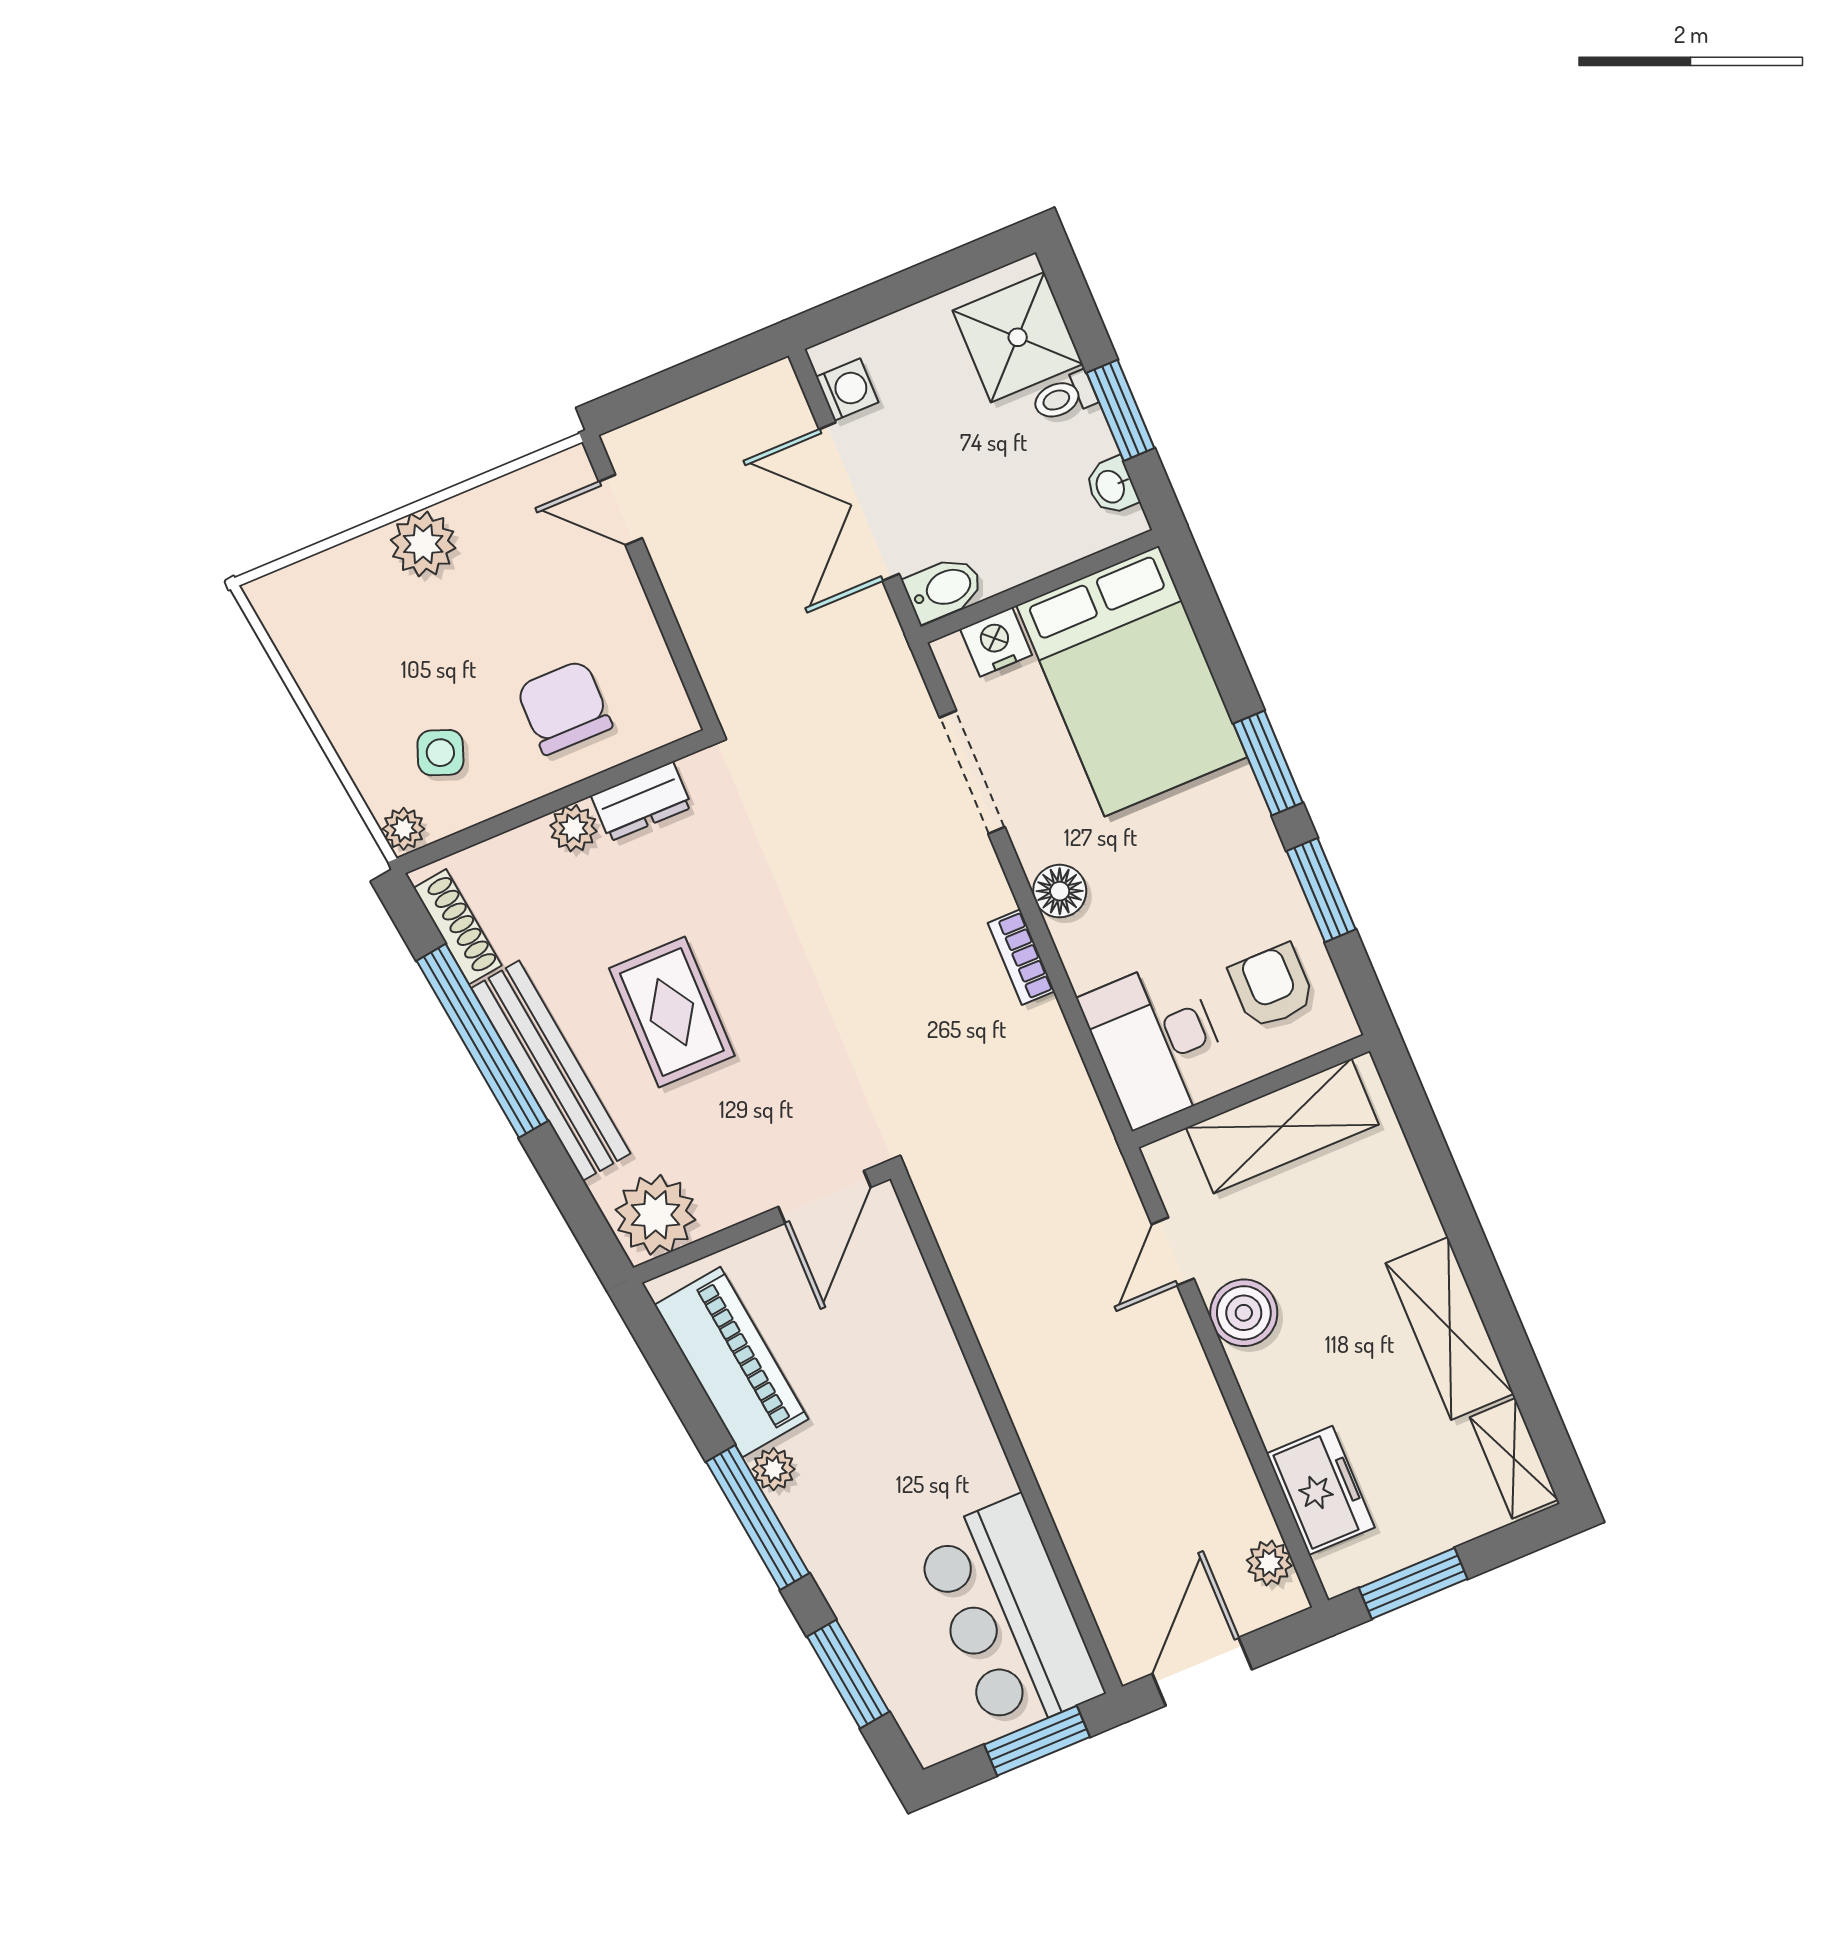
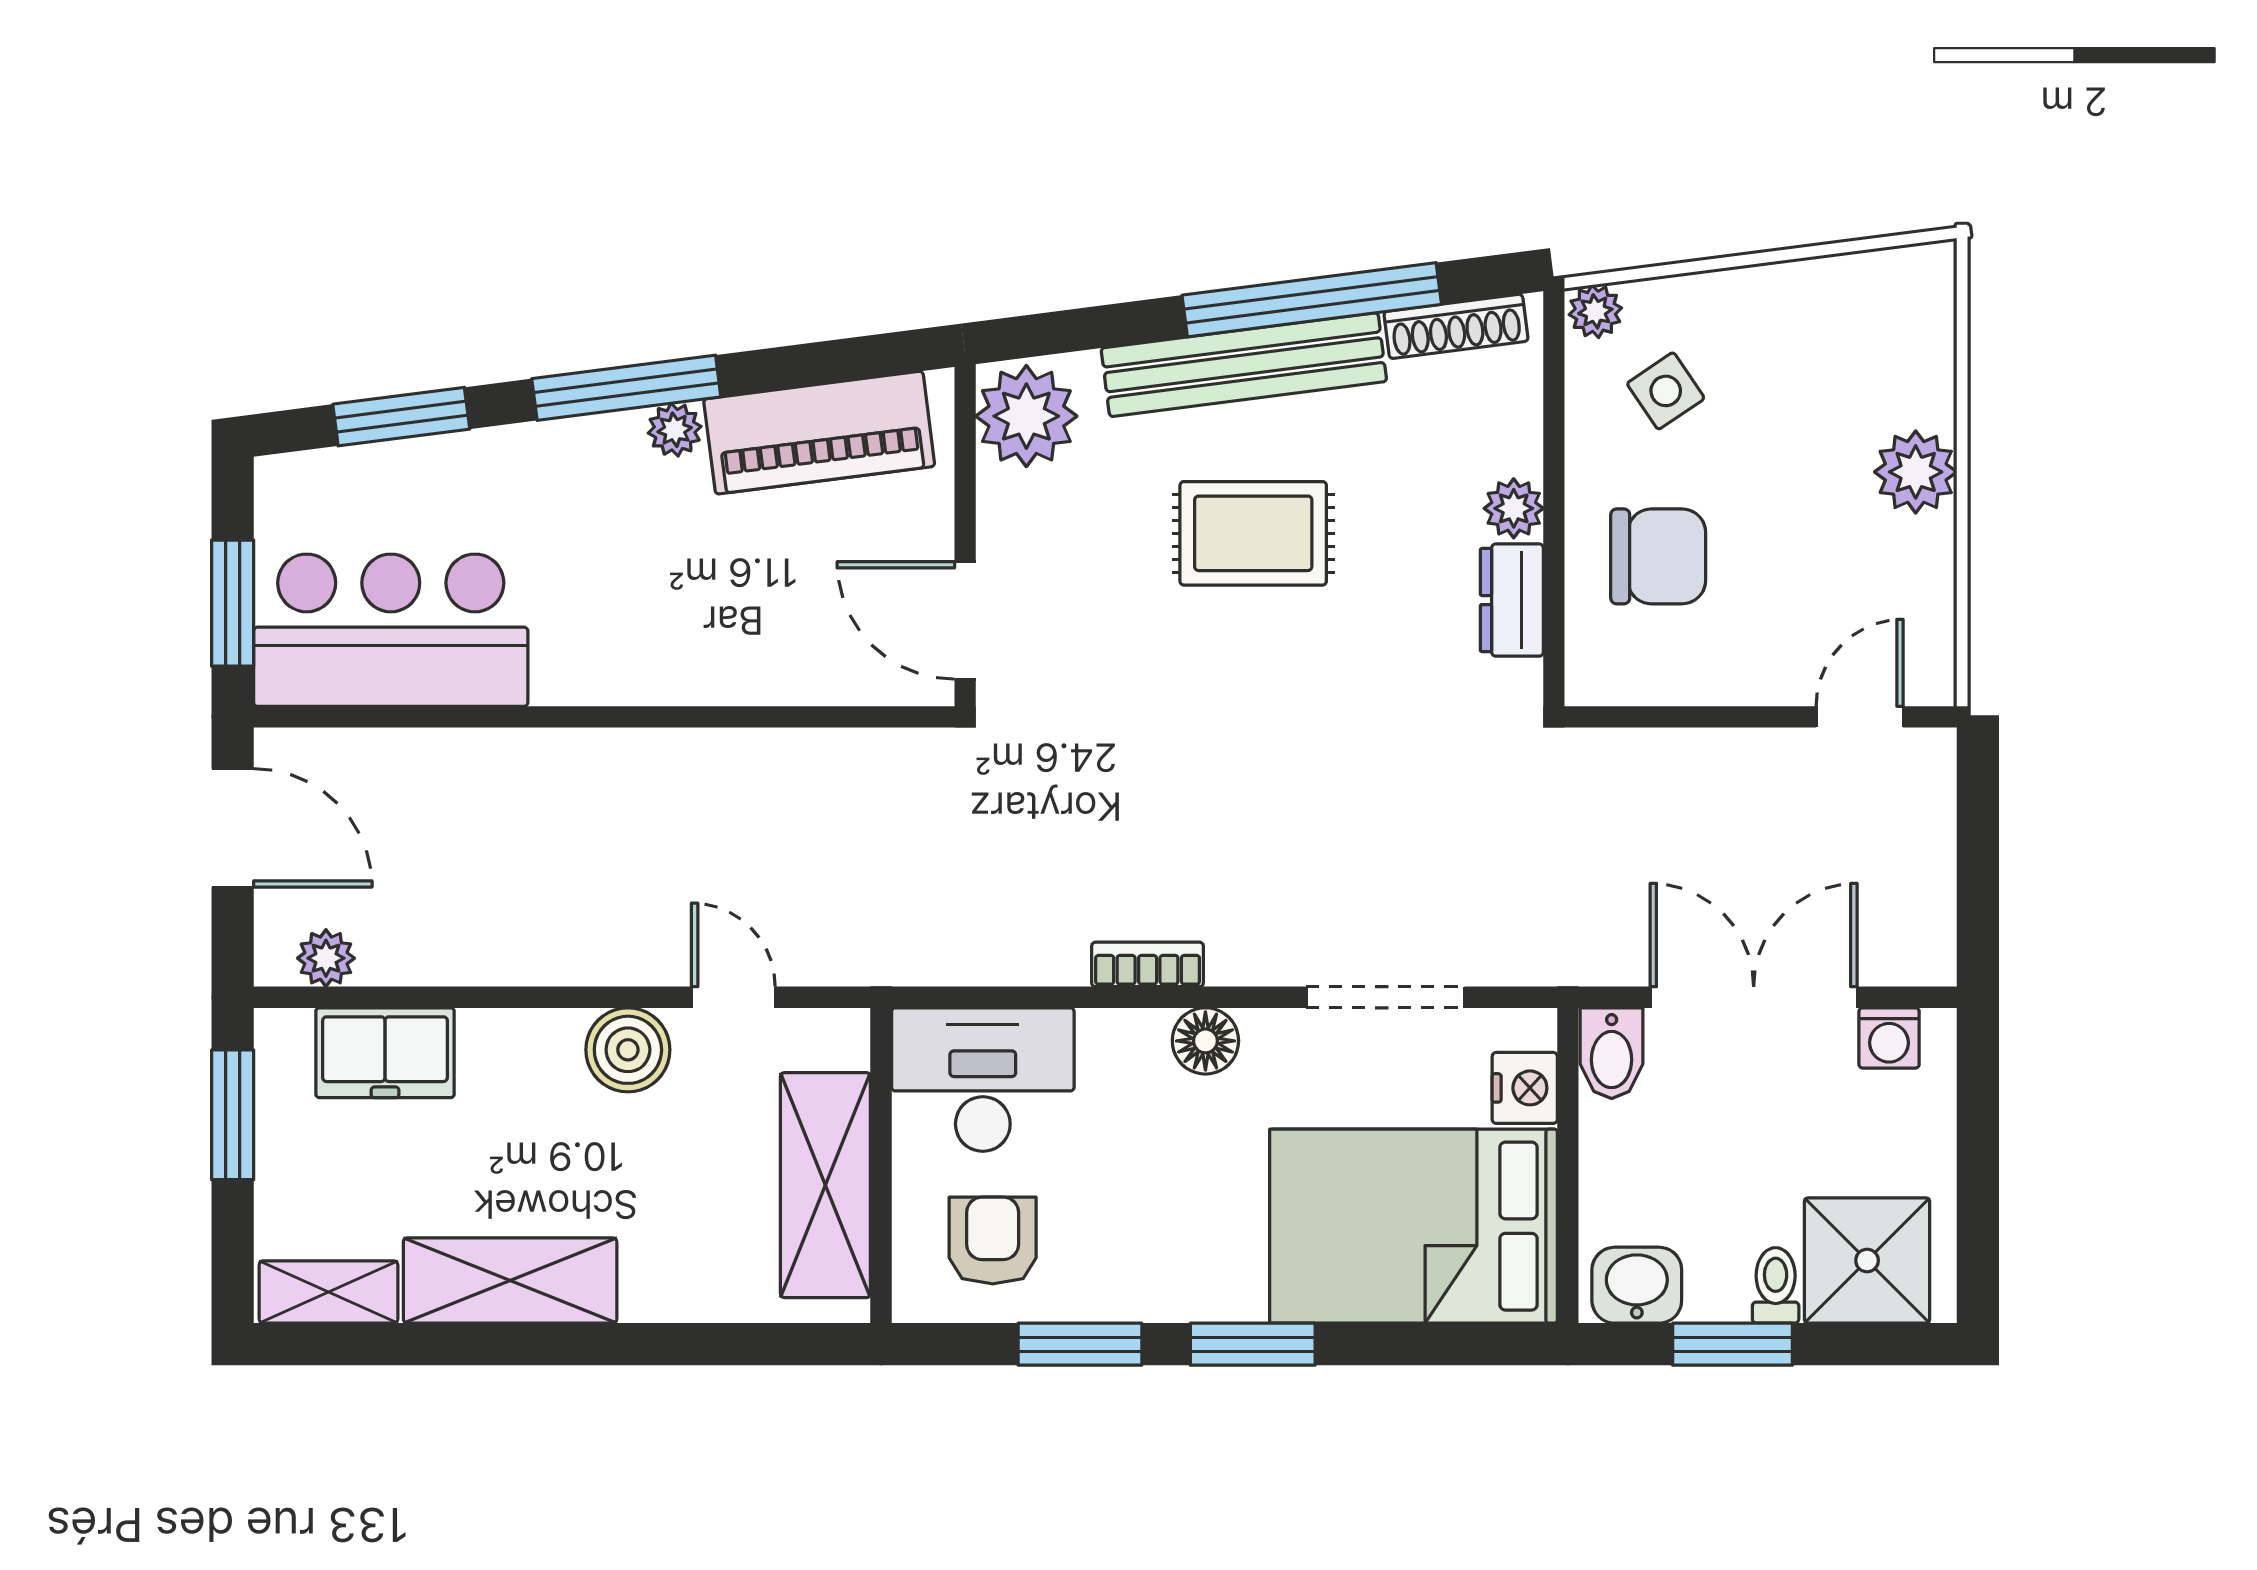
washbasin: (1111, 486) -> (1637, 1285), width x1.38, depth x1.45
side table: (440, 753) -> (1666, 391), turned 35
armchair: (1272, 986) -> (993, 1240), turned -90

